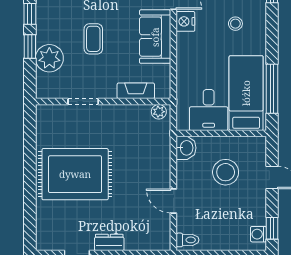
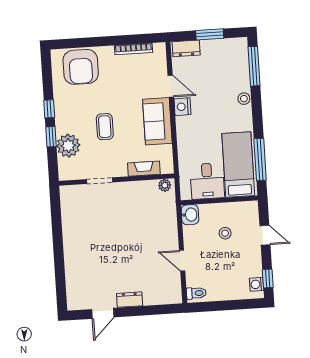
stool: (235, 24) -> (244, 99), moved
stool: (226, 172) -> (225, 233), width x0.53, depth x0.53
rug: (75, 174) -> (97, 243), removed

